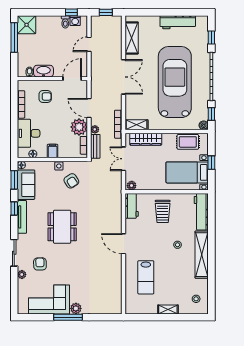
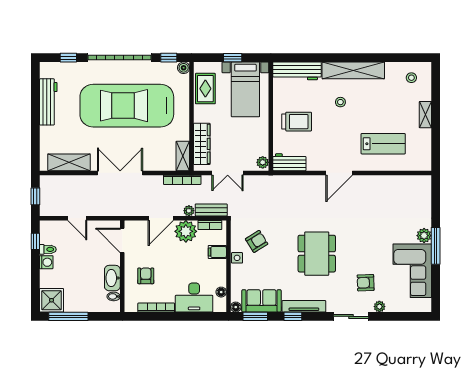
washing machine: (75, 21) -> (46, 262), moved
filing cabinet: (53, 151) -> (217, 252), moved
dining table: (62, 227) -> (317, 254), turned 90

